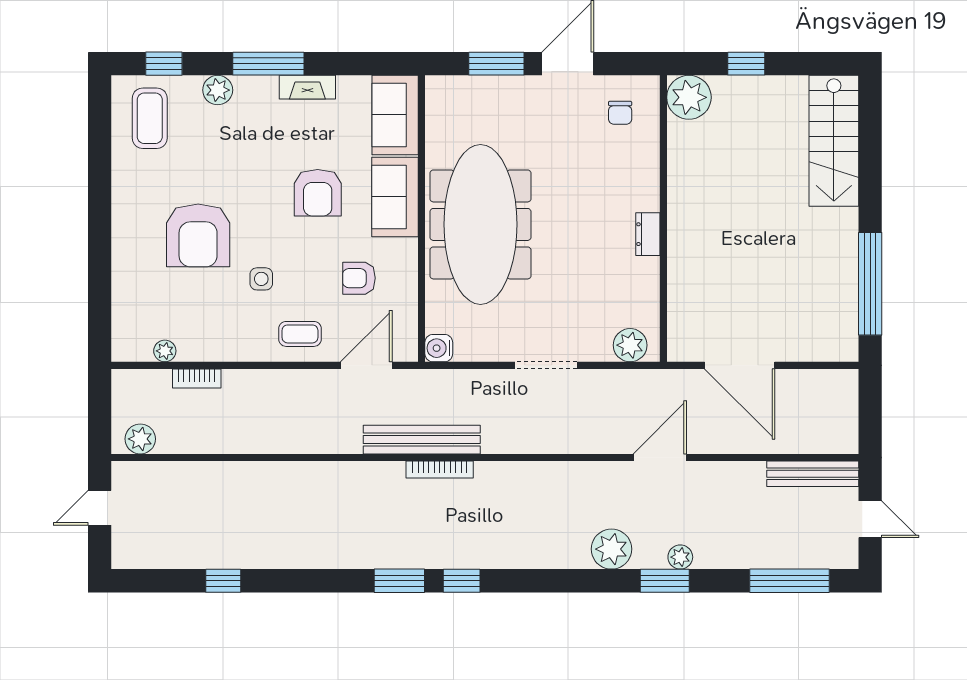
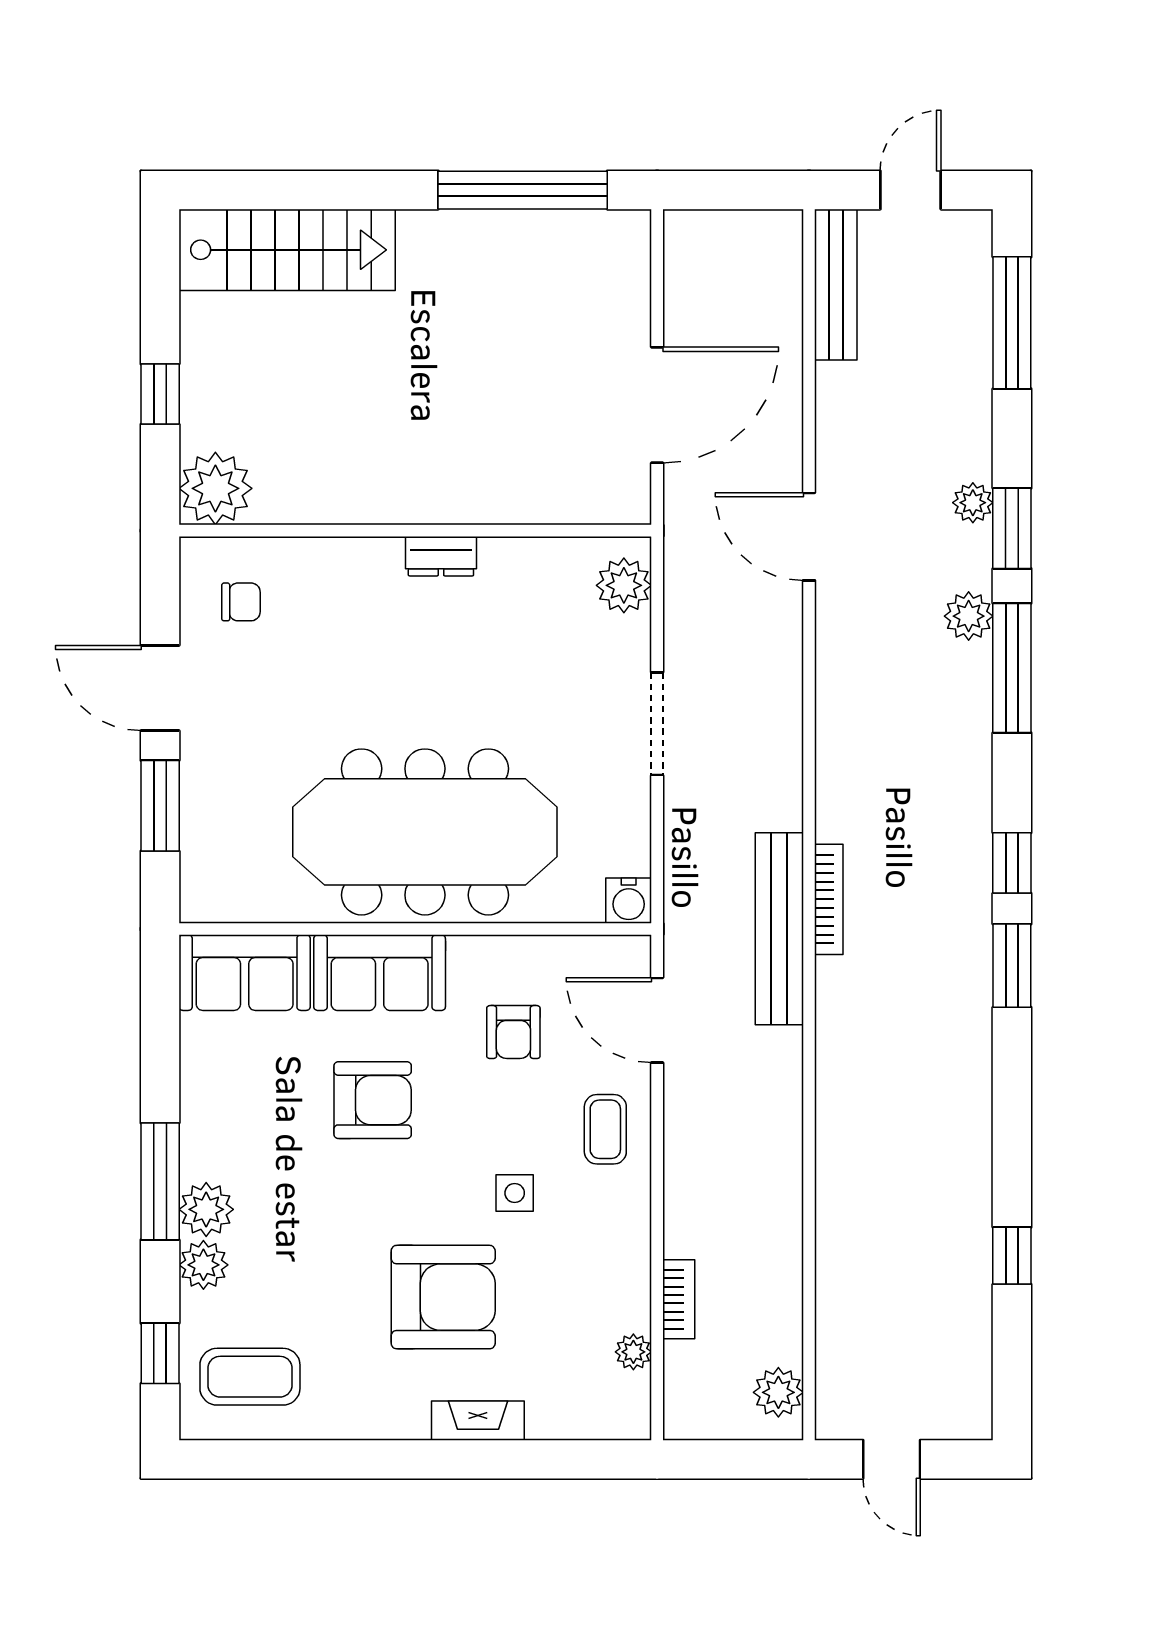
fireplace: (307, 87) -> (478, 1421), moved, turned -90
plant: (251, 92) -> (206, 1209), added
plant: (611, 549) -> (969, 616), width x0.73, depth x0.73
window: (580, 581) -> (1012, 668), added

